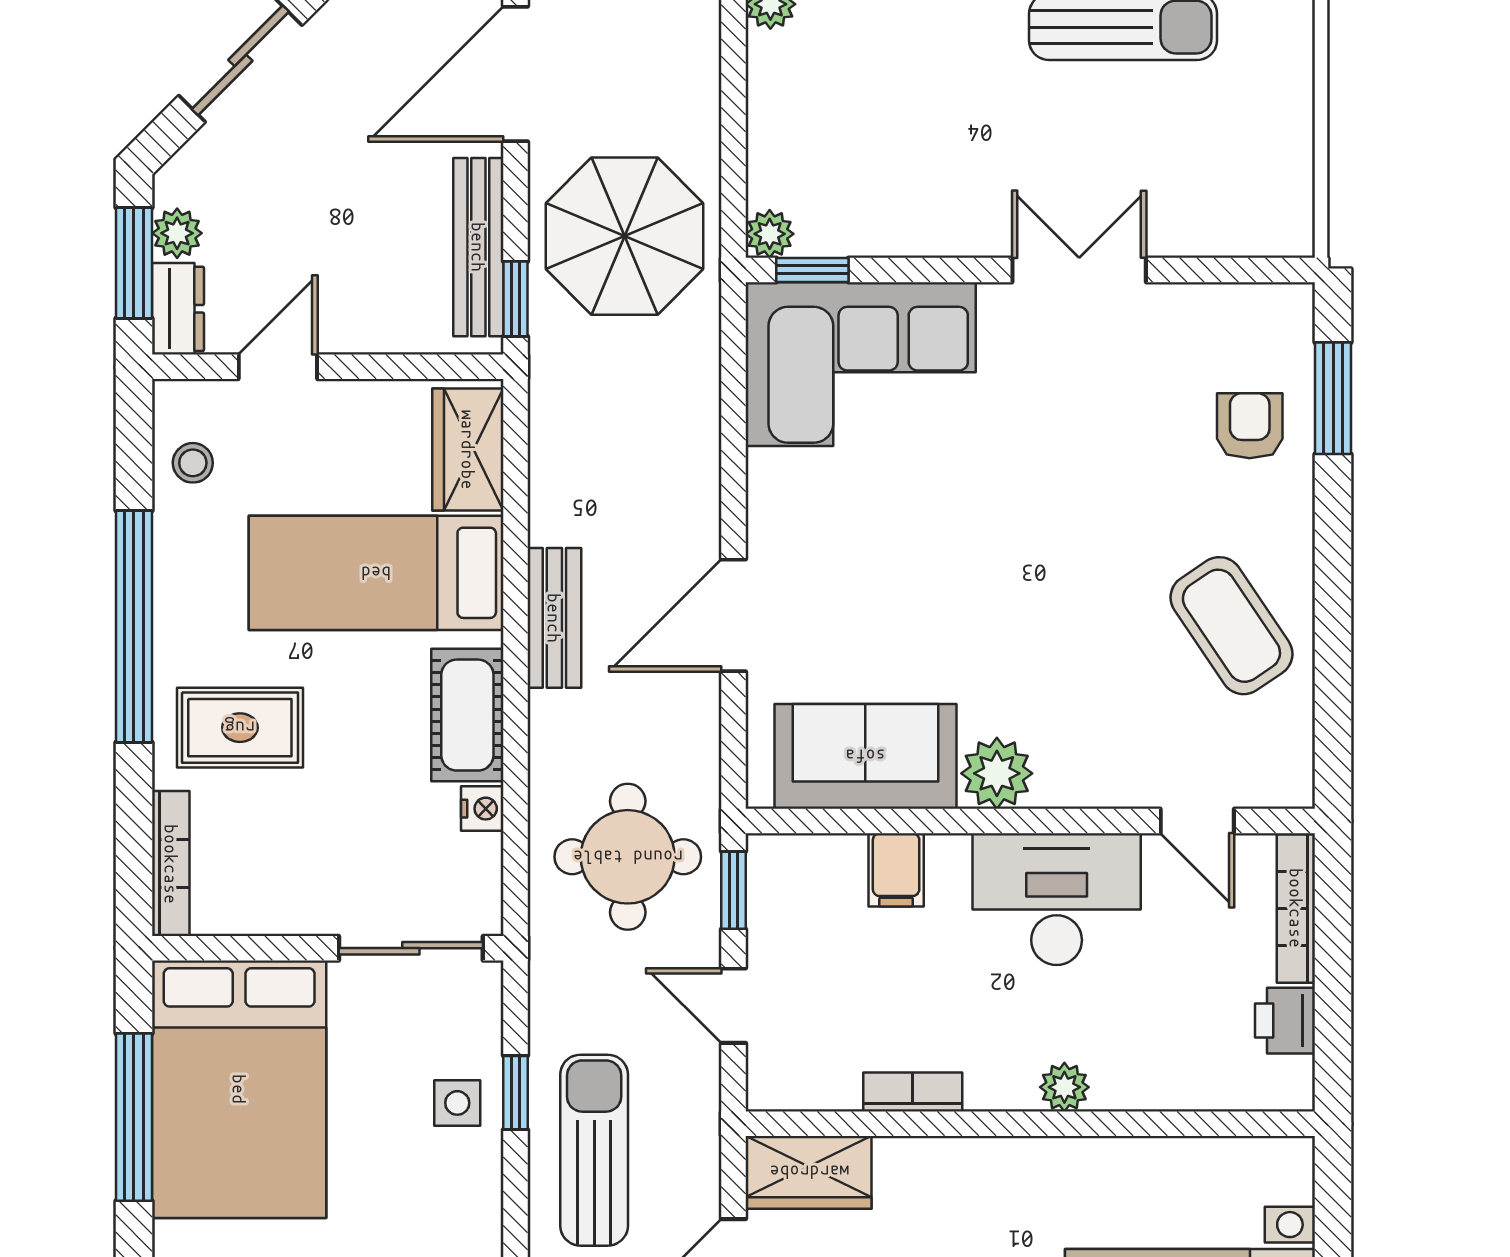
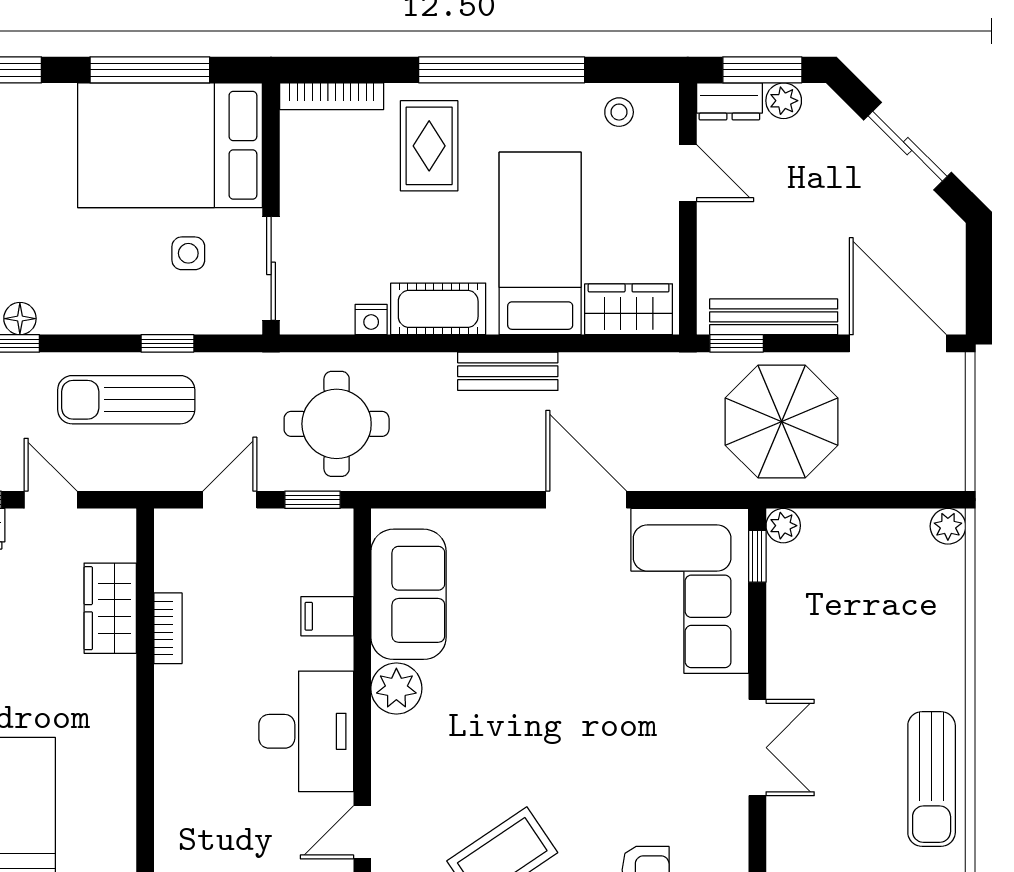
door: (734, 615) -> (586, 500), moved
plant: (1064, 1087) -> (171, 737), removed
side table: (457, 1103) -> (188, 253), moved
sun lounger: (594, 1150) -> (126, 400), turned 180
wardrobe: (809, 1172) -> (110, 608), moved

